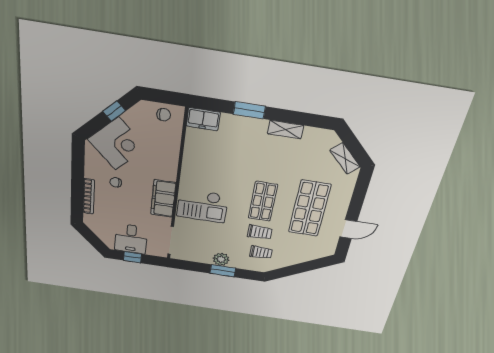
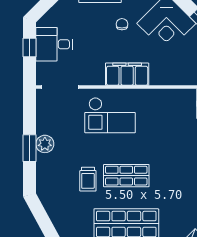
filing cabinet: (163, 199) -> (127, 74), moved
checkout: (202, 206) -> (110, 115), turned -90
trolley: (261, 252) -> (62, 185), removed

